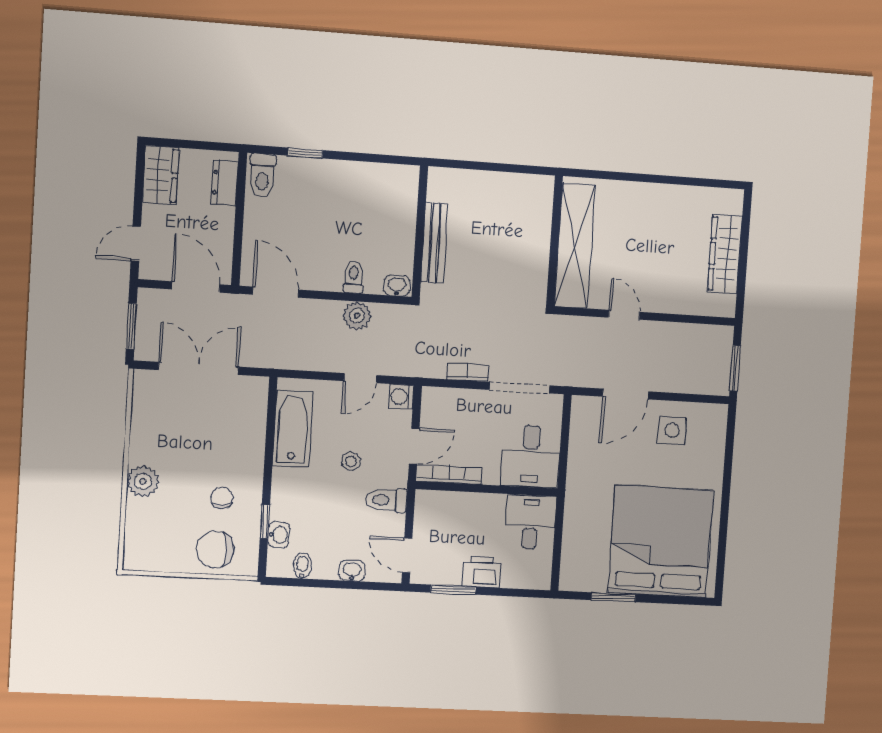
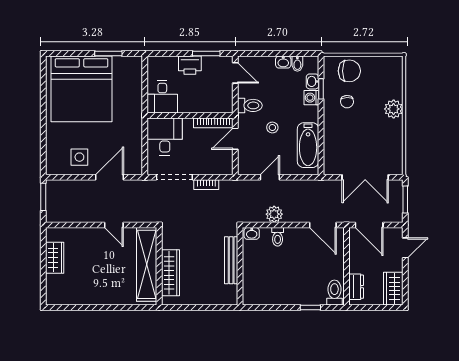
wardrobe: (537, 229) -> (170, 273), added
wardrobe: (725, 254) -> (55, 258), width x0.67
washing machine: (401, 397) -> (311, 98), moved, turned 180
washbasin: (352, 571) -> (283, 62), moved

